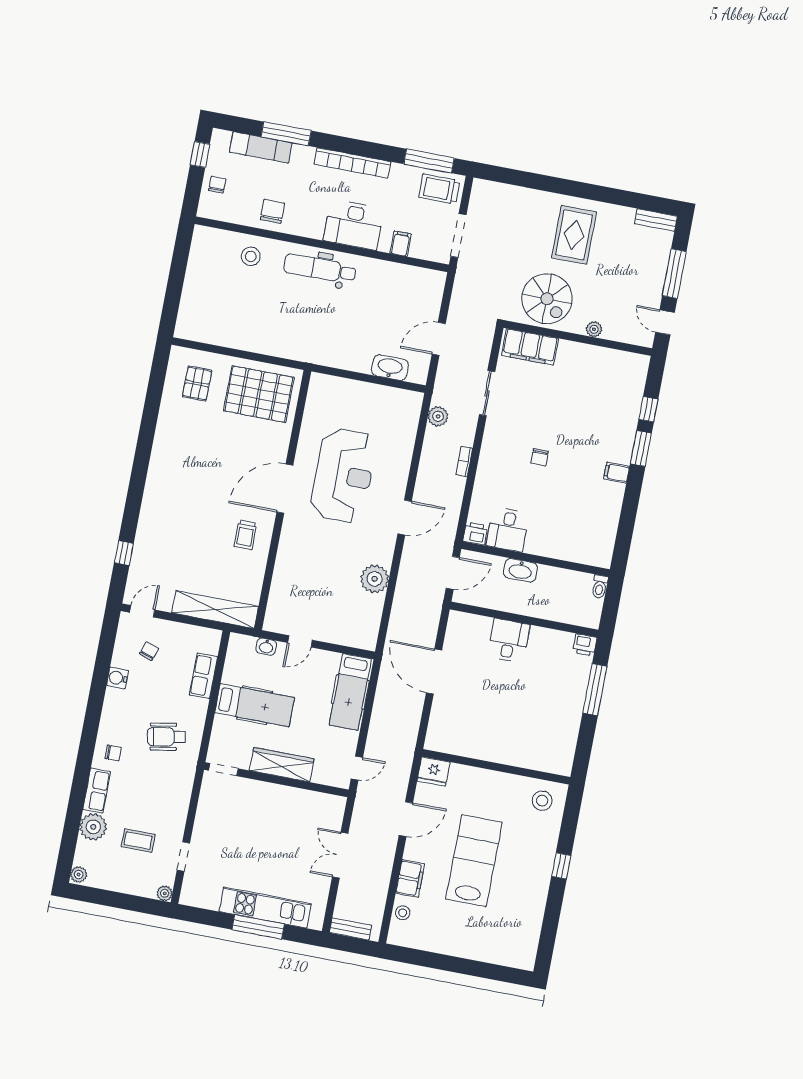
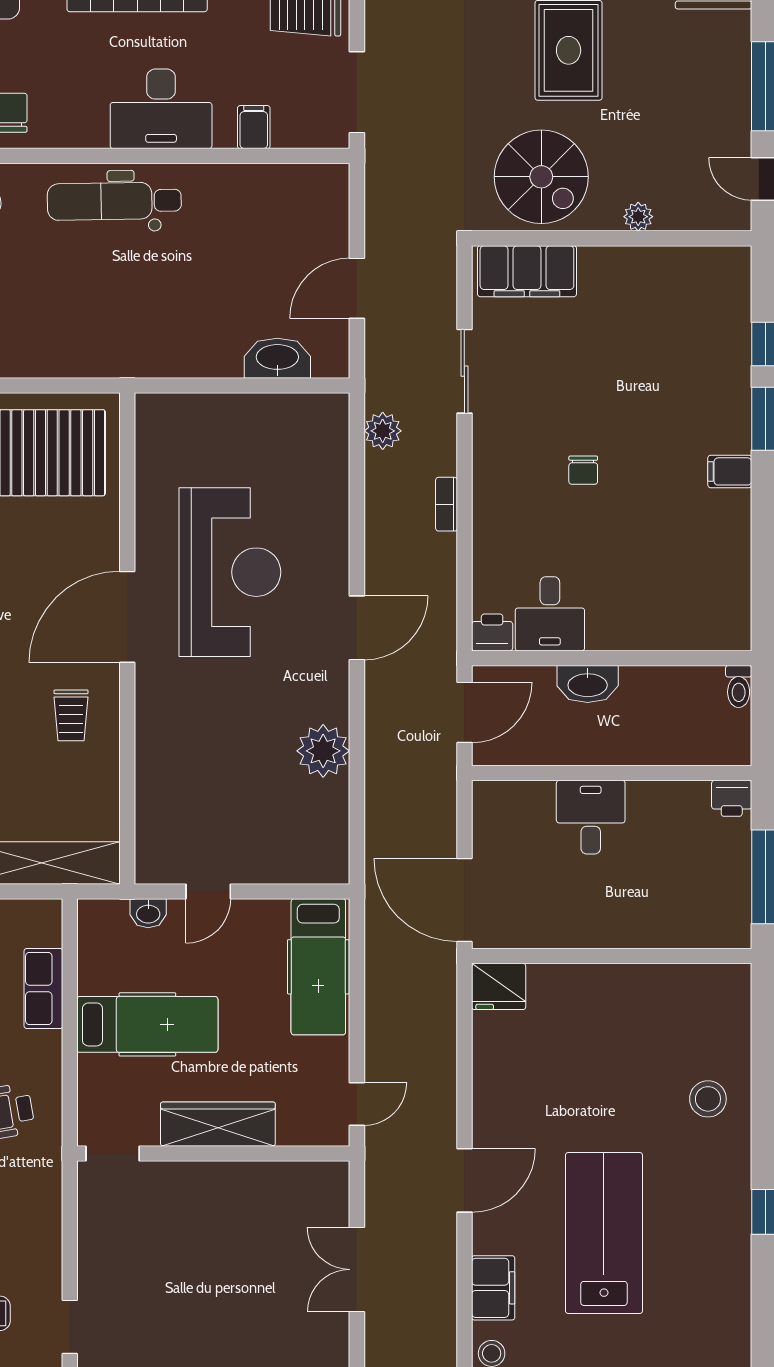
wall: (496, 767) -> (612, 956), moved
fridge: (434, 771) -> (499, 986), moved

